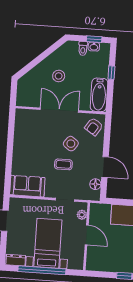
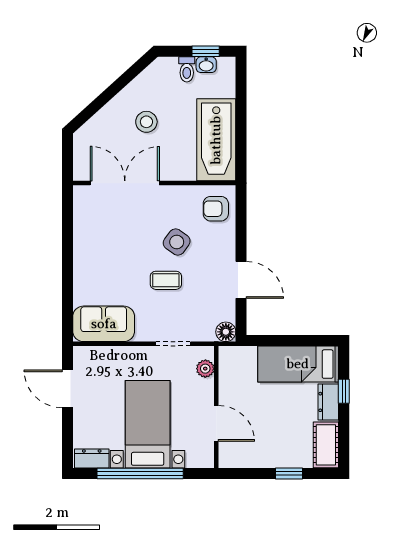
window: (111, 73) -> (241, 109), removed
bathtub: (99, 95) -> (216, 140), width x1.36, depth x1.36
double door: (59, 110) -> (125, 183), moved
armchair: (94, 127) -> (216, 209), turned 57
floor lamp: (95, 184) -> (226, 332), moved
door: (87, 235) -> (216, 423), moved

